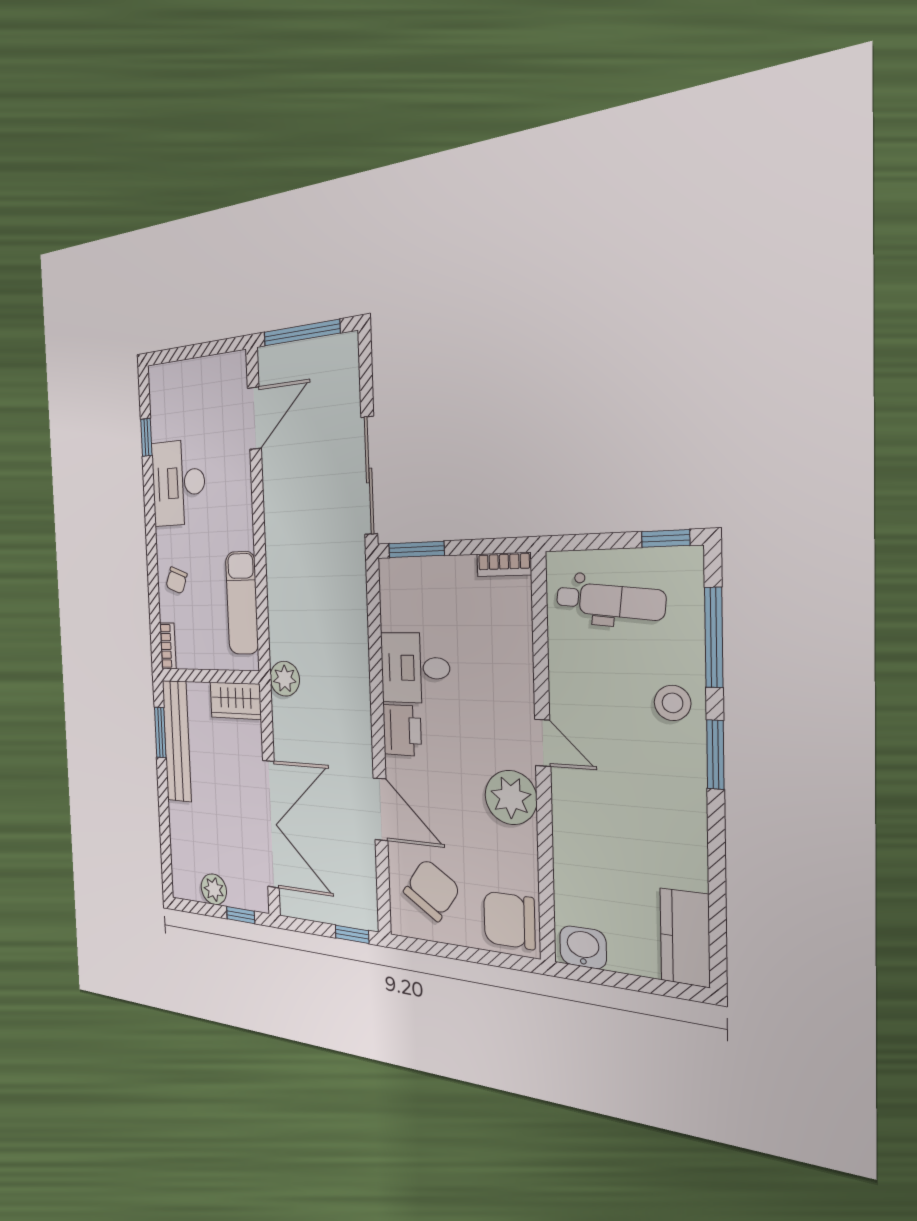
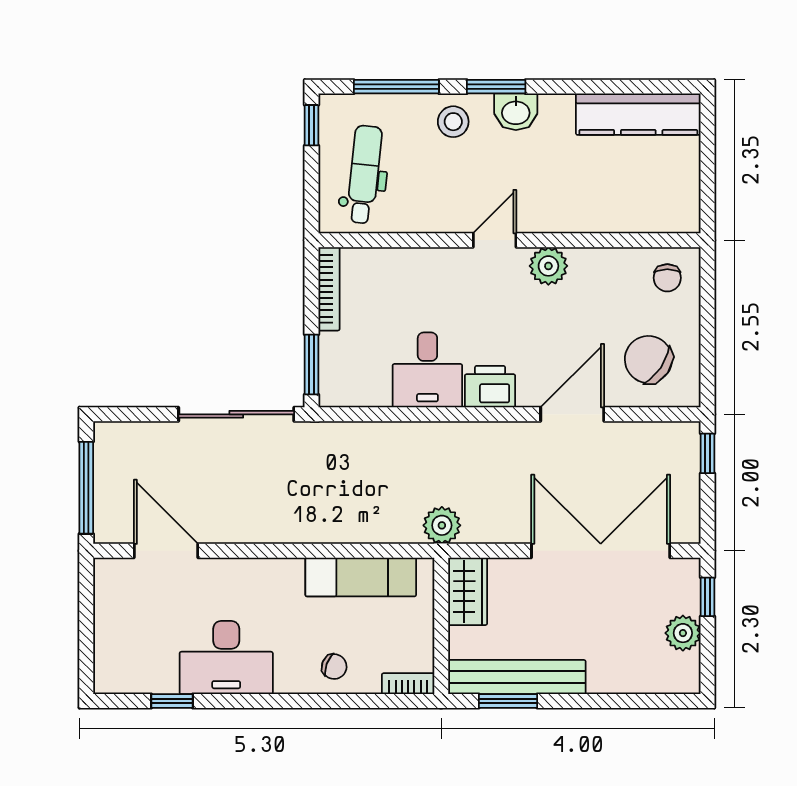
bookcase: (504, 564) -> (329, 289), width x1.56
plant: (511, 797) -> (548, 266), width x0.73, depth x0.73
chair: (509, 920) -> (667, 278), width x0.54, depth x0.54
kitchen counter: (685, 938) -> (638, 114), width x1.50
washbasin: (583, 947) -> (516, 112), moved, turned -90

